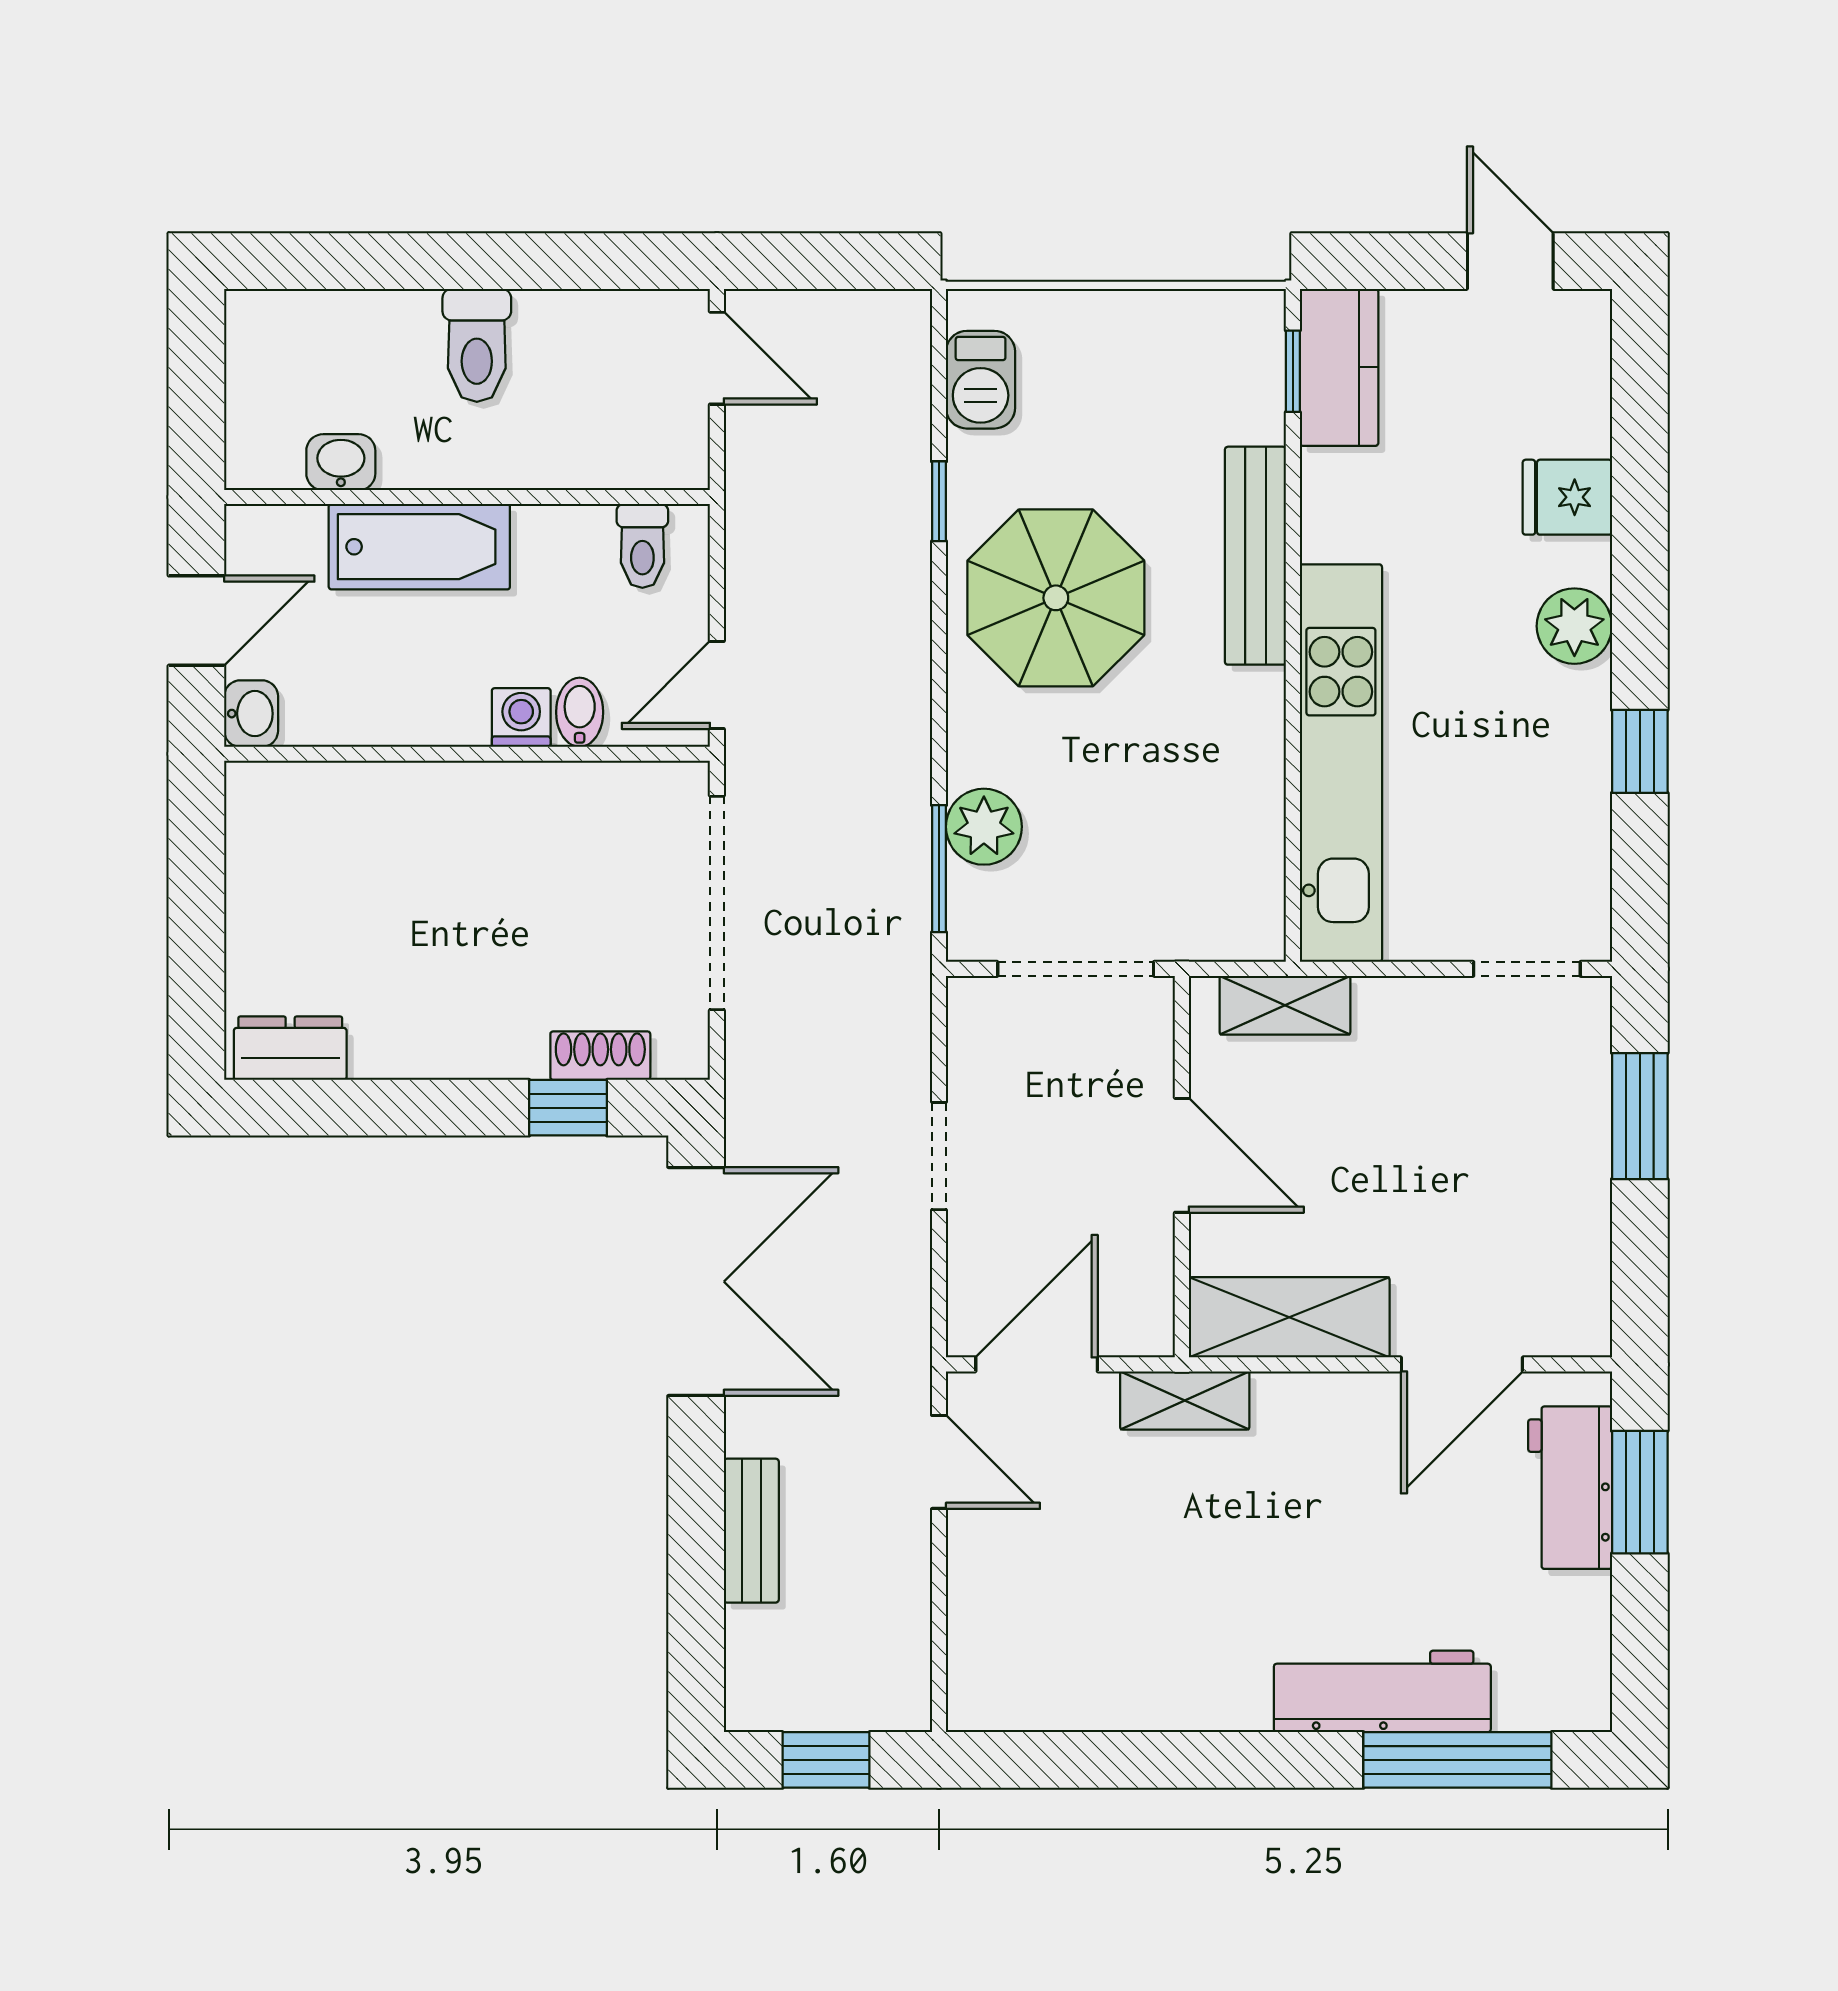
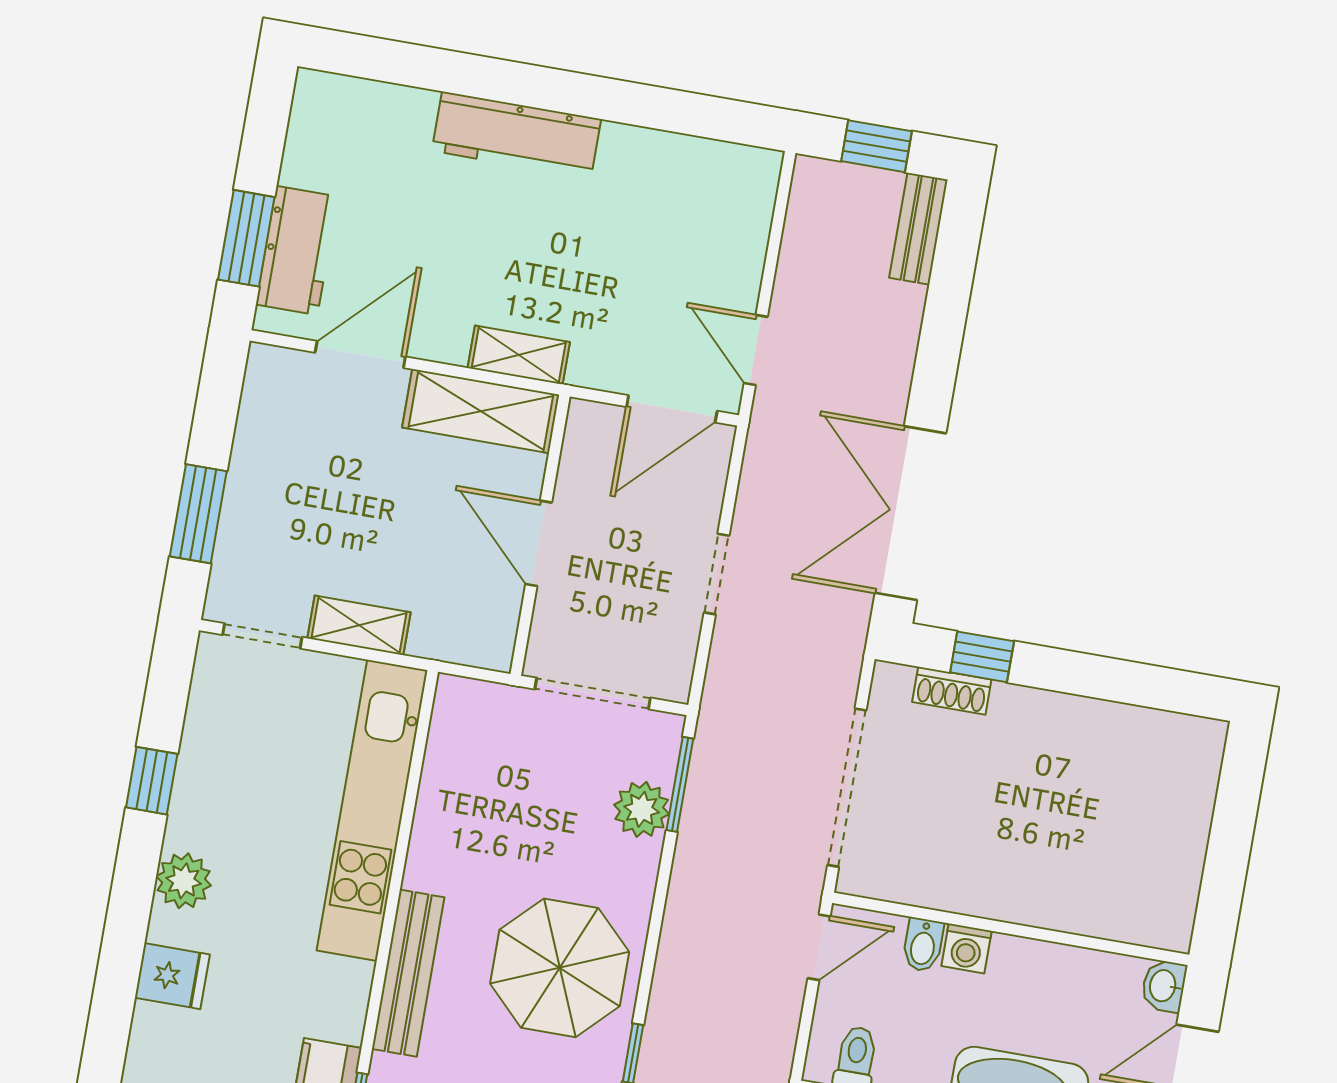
shelving: (1285, 1005) -> (359, 625), moved
dresser: (290, 1048) -> (1178, 736), removed
shelving: (1185, 1400) -> (519, 355), moved
bench: (751, 1531) -> (918, 229), moved
workbench: (1382, 1691) -> (516, 135), moved
window: (1457, 1760) -> (414, 65), removed

